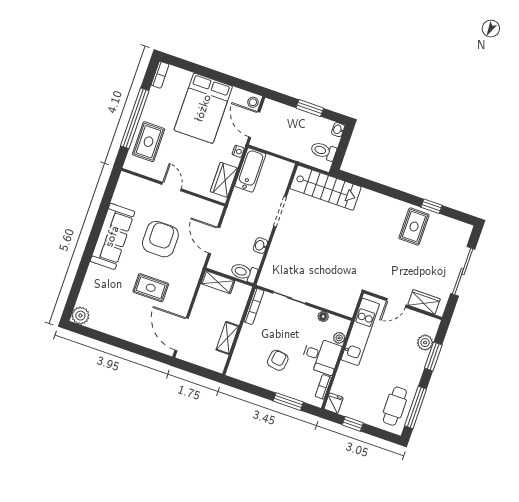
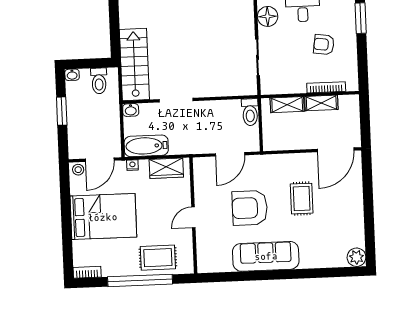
washbasin: (260, 246) -> (131, 110), moved
shelving: (218, 282) -> (287, 105), moved, turned 90
bookcase: (254, 306) -> (326, 87), moved
floor lamp: (323, 316) -> (268, 16), width x1.89, depth x1.89

